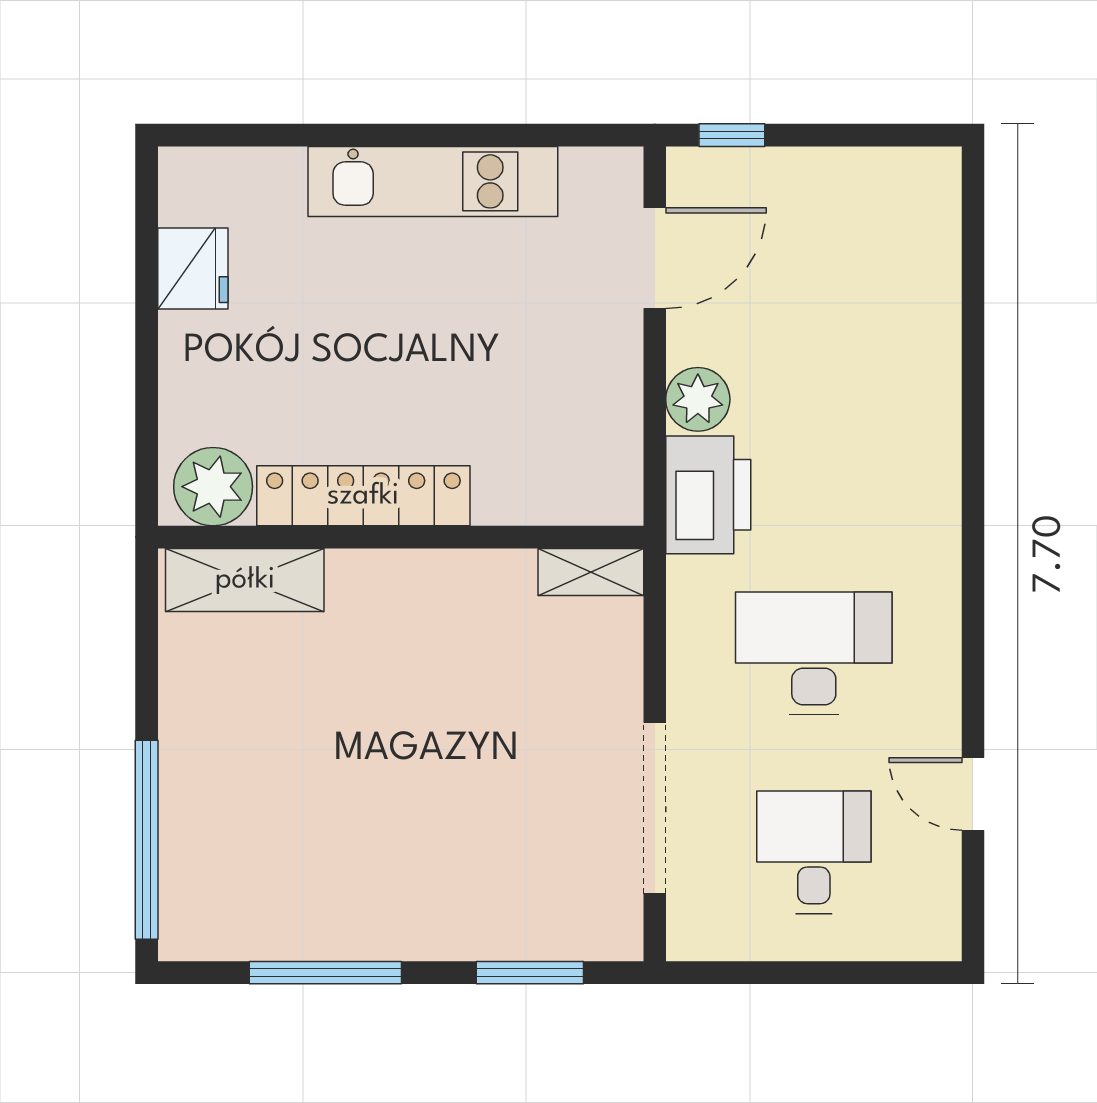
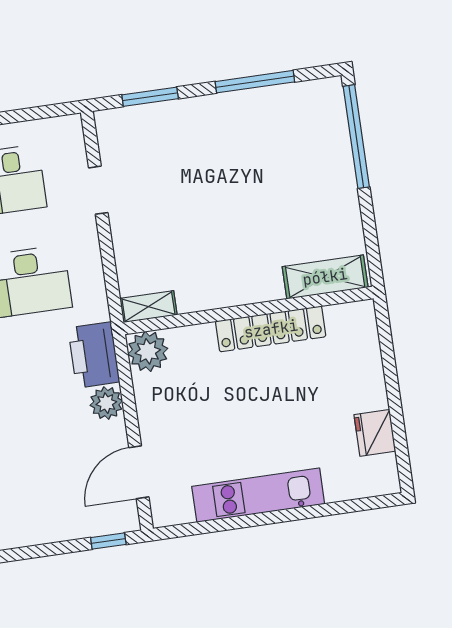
plant: (213, 487) -> (148, 351), moved
doorway: (655, 808) -> (98, 190), width x0.53

